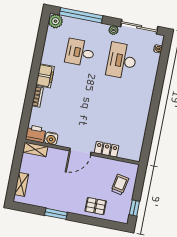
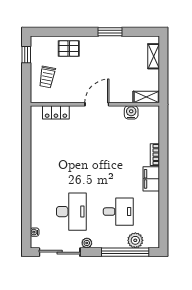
plant: (55, 21) -> (135, 240), moved
printer: (36, 134) -> (149, 114), removed
locker: (107, 149) -> (56, 112), moved

